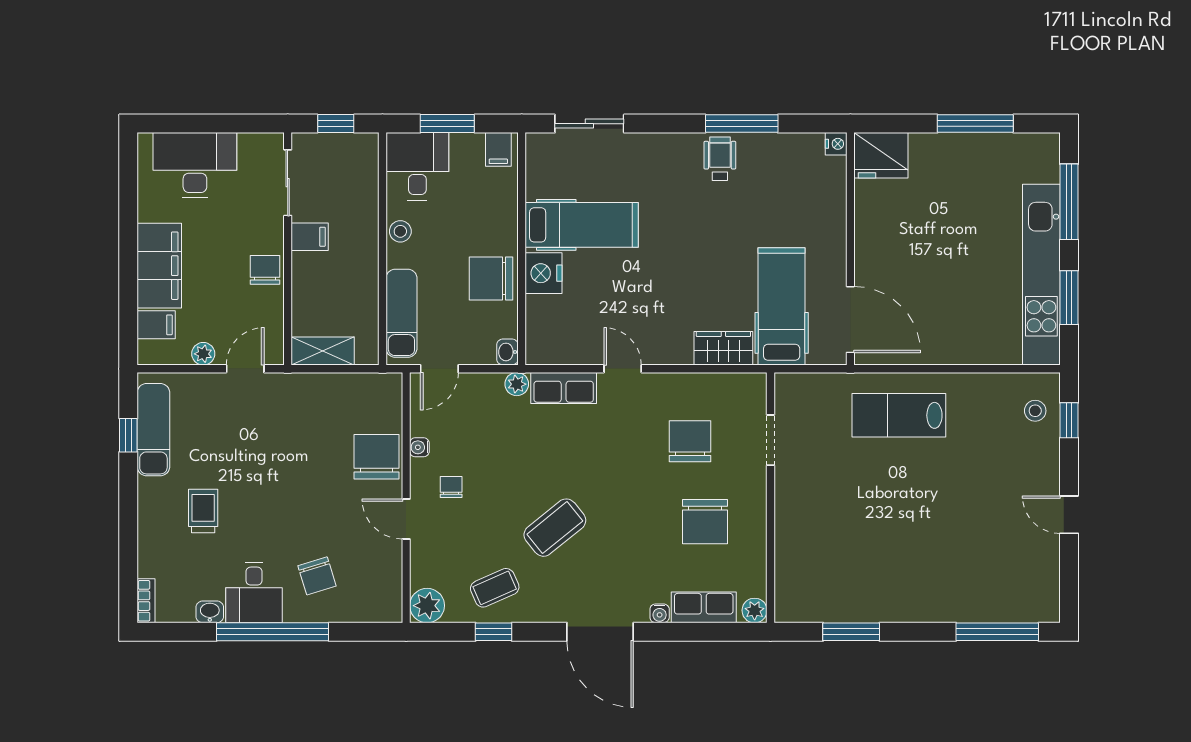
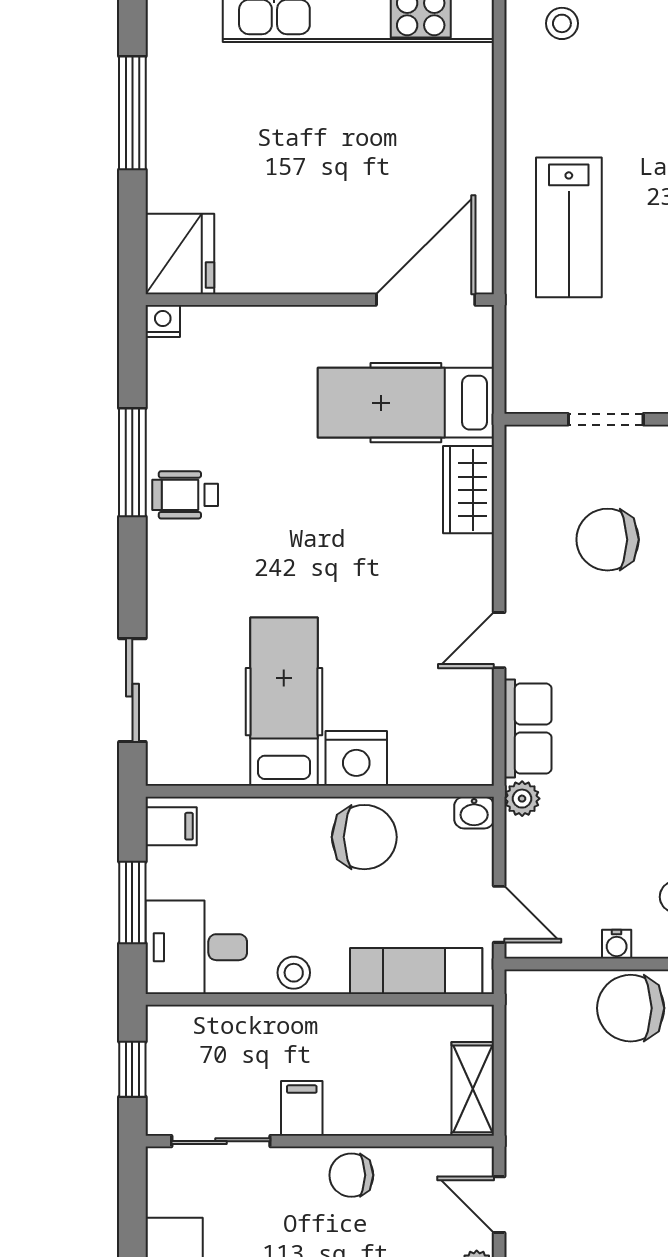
chair: (491, 279) -> (364, 837), turned -90

